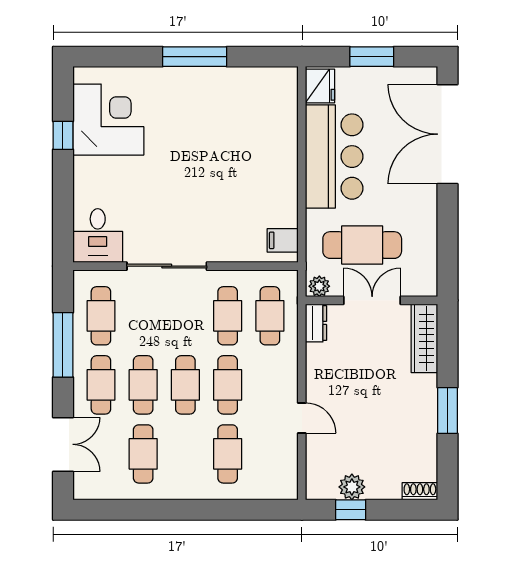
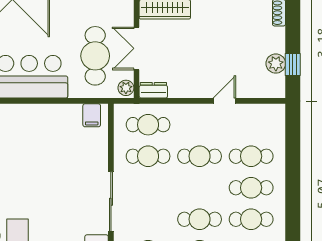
cafe table: (185, 385) -> (251, 188), moved

